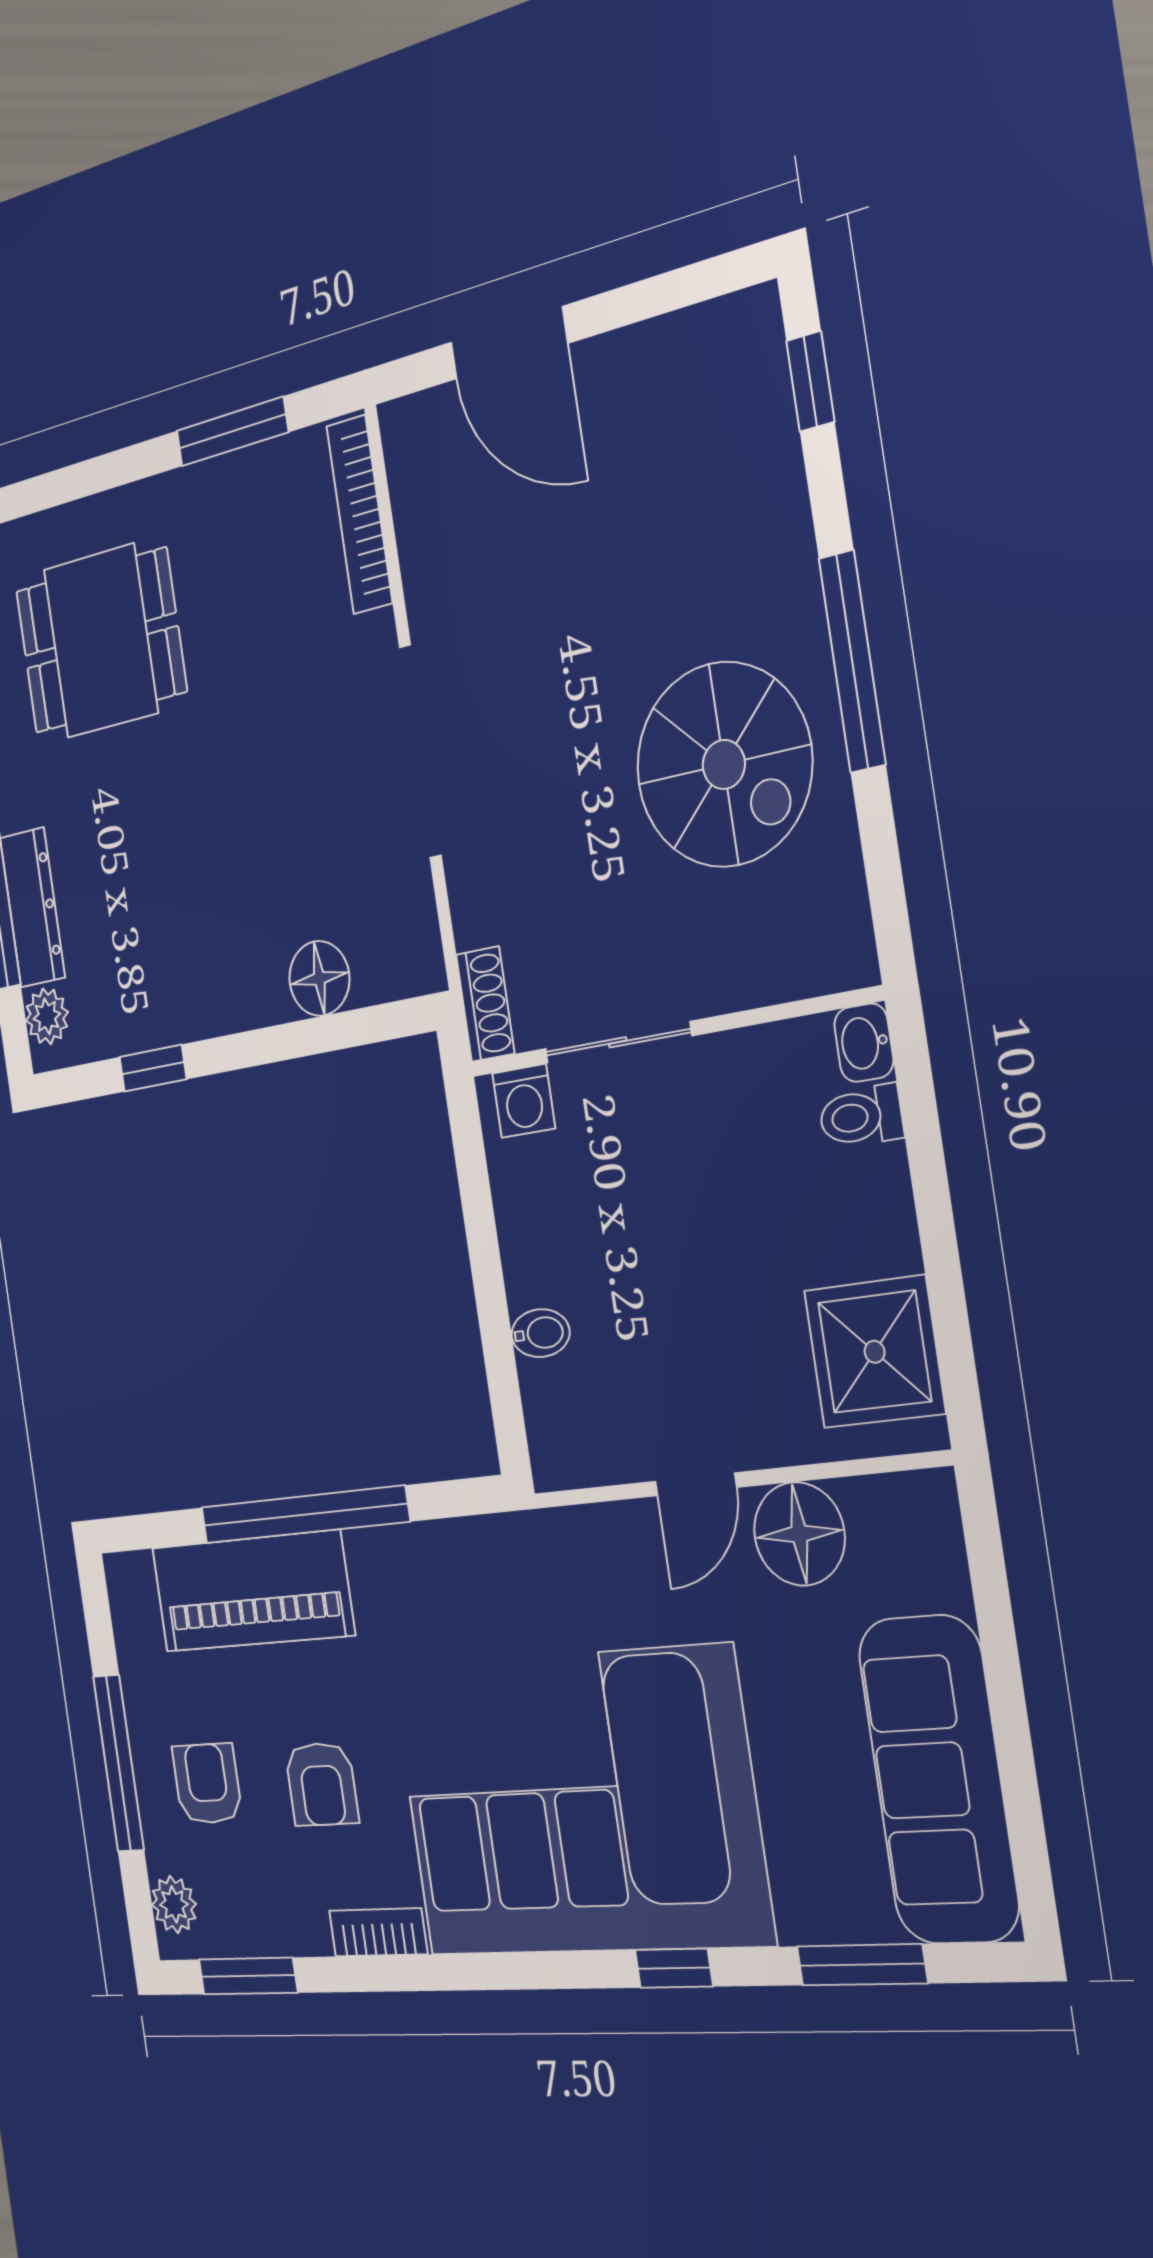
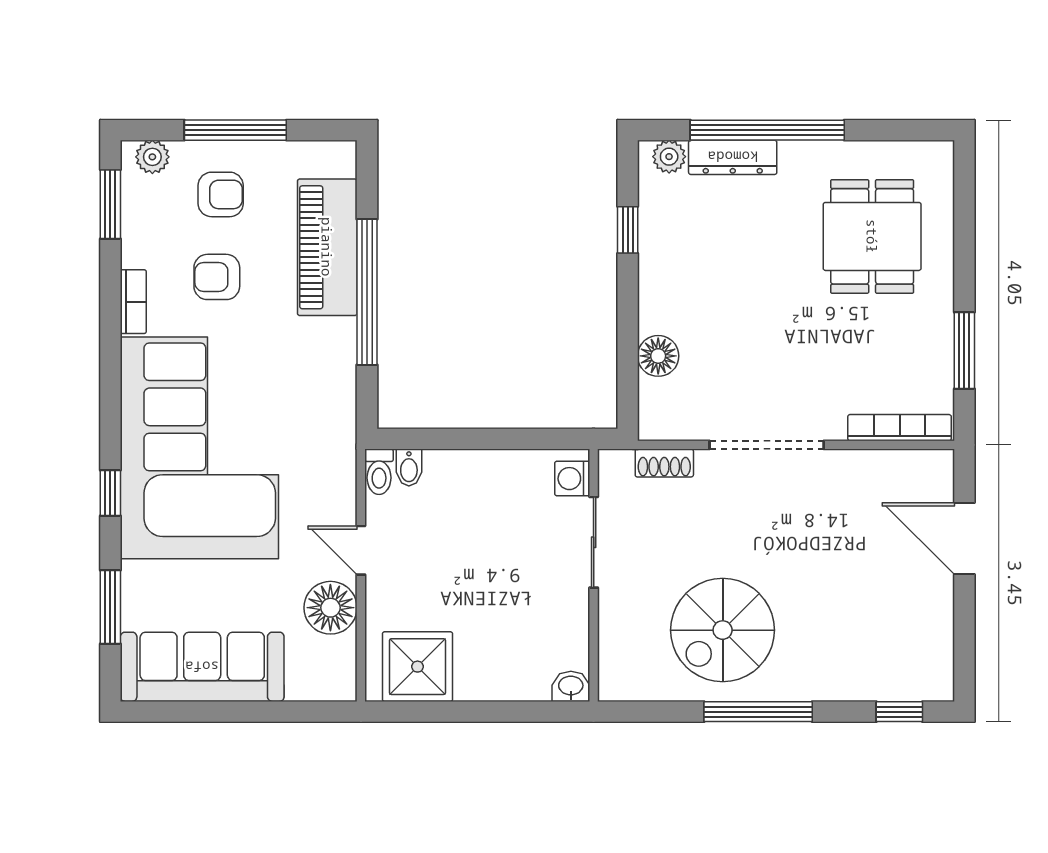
door: (509, 343) -> (964, 539), hinge flipped
shoe rack: (485, 1004) -> (664, 463), moved
toilet: (861, 1116) -> (379, 472), moved, turned 180
bidet: (541, 1333) -> (409, 468), moved

